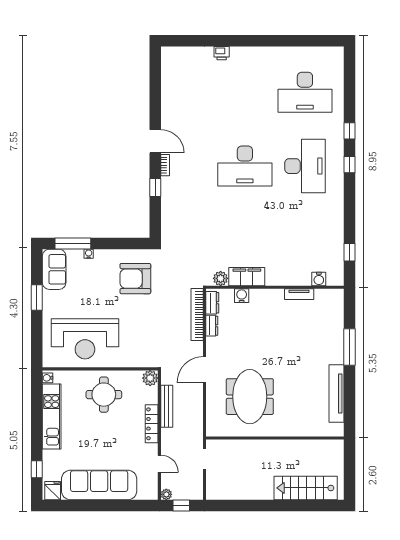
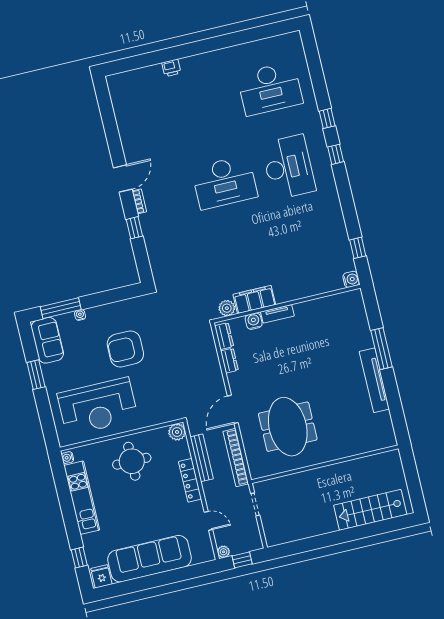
door: (155, 141) -> (123, 178), hinge flipped
armchair: (135, 279) -> (125, 349), moved
water cooler: (319, 279) -> (351, 279), moved, turned -90
tv unit: (299, 294) -> (277, 314), moved
bookcase: (197, 315) -> (236, 458), moved
tv unit: (337, 394) -> (374, 380), moved

